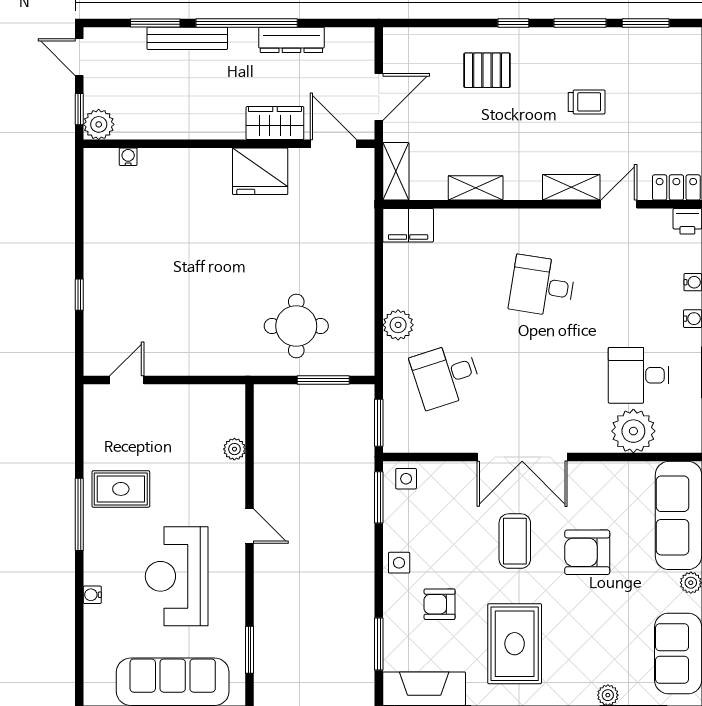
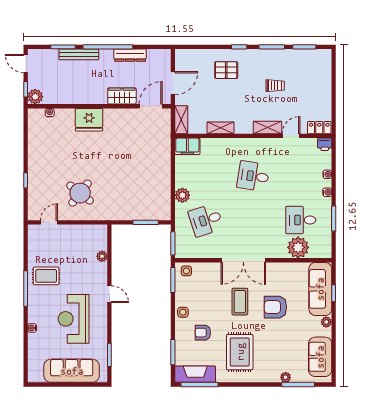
door: (333, 144) -> (151, 106), hinge flipped
fridge: (260, 171) -> (89, 120), moved
round table: (296, 326) -> (80, 193), moved, turned 38

